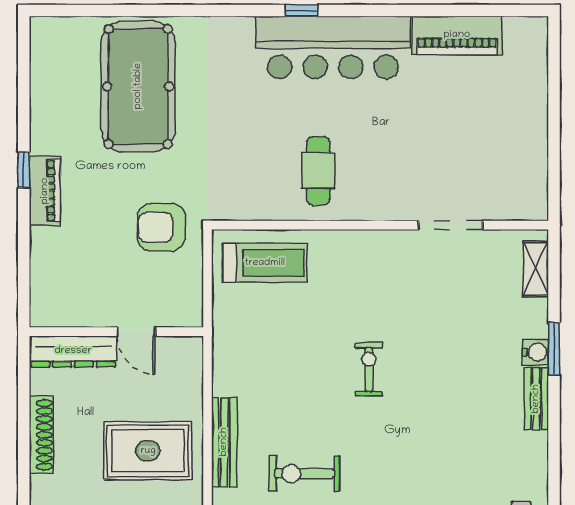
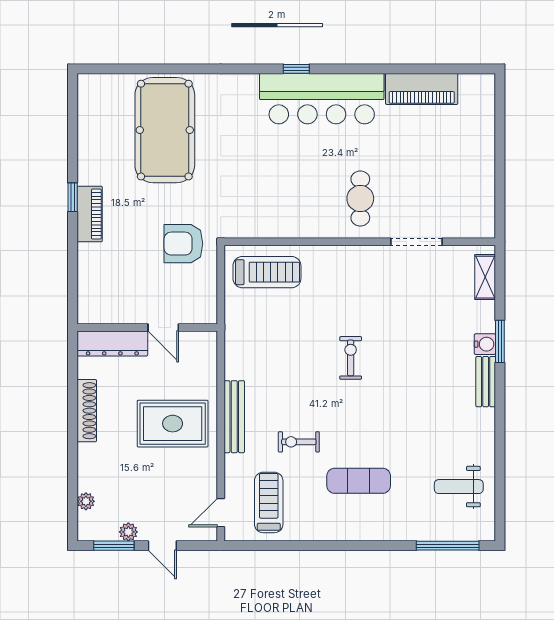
cafe table: (318, 171) -> (360, 199), moved
exercise bike: (305, 474) -> (299, 442), width x0.73, depth x0.72

